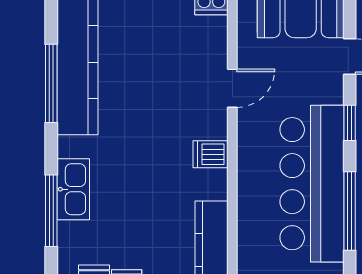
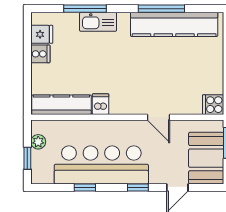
dishwasher: (211, 154) -> (101, 104), moved
window: (350, 211) -> (85, 187), width x0.46

